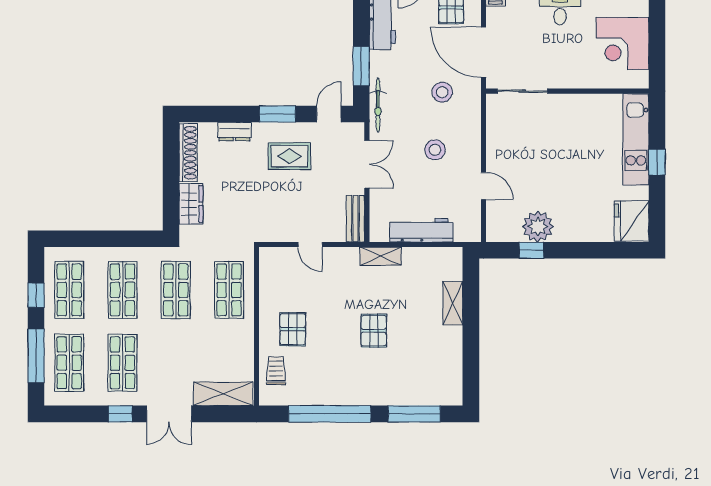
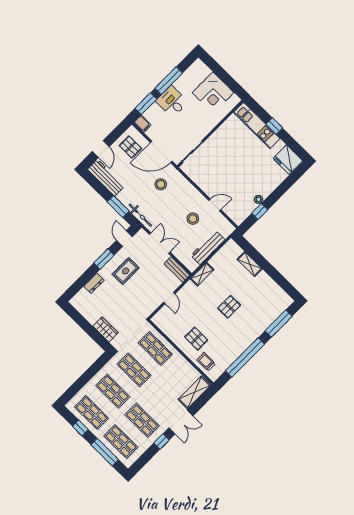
stool: (435, 150) -> (193, 219), moved
shoe rack: (188, 153) -> (84, 310), removed
plant: (538, 226) -> (258, 199), width x0.53, depth x0.53
door: (310, 245) -> (169, 298), hinge flipped
pallet: (374, 331) -> (229, 307), turned 90

